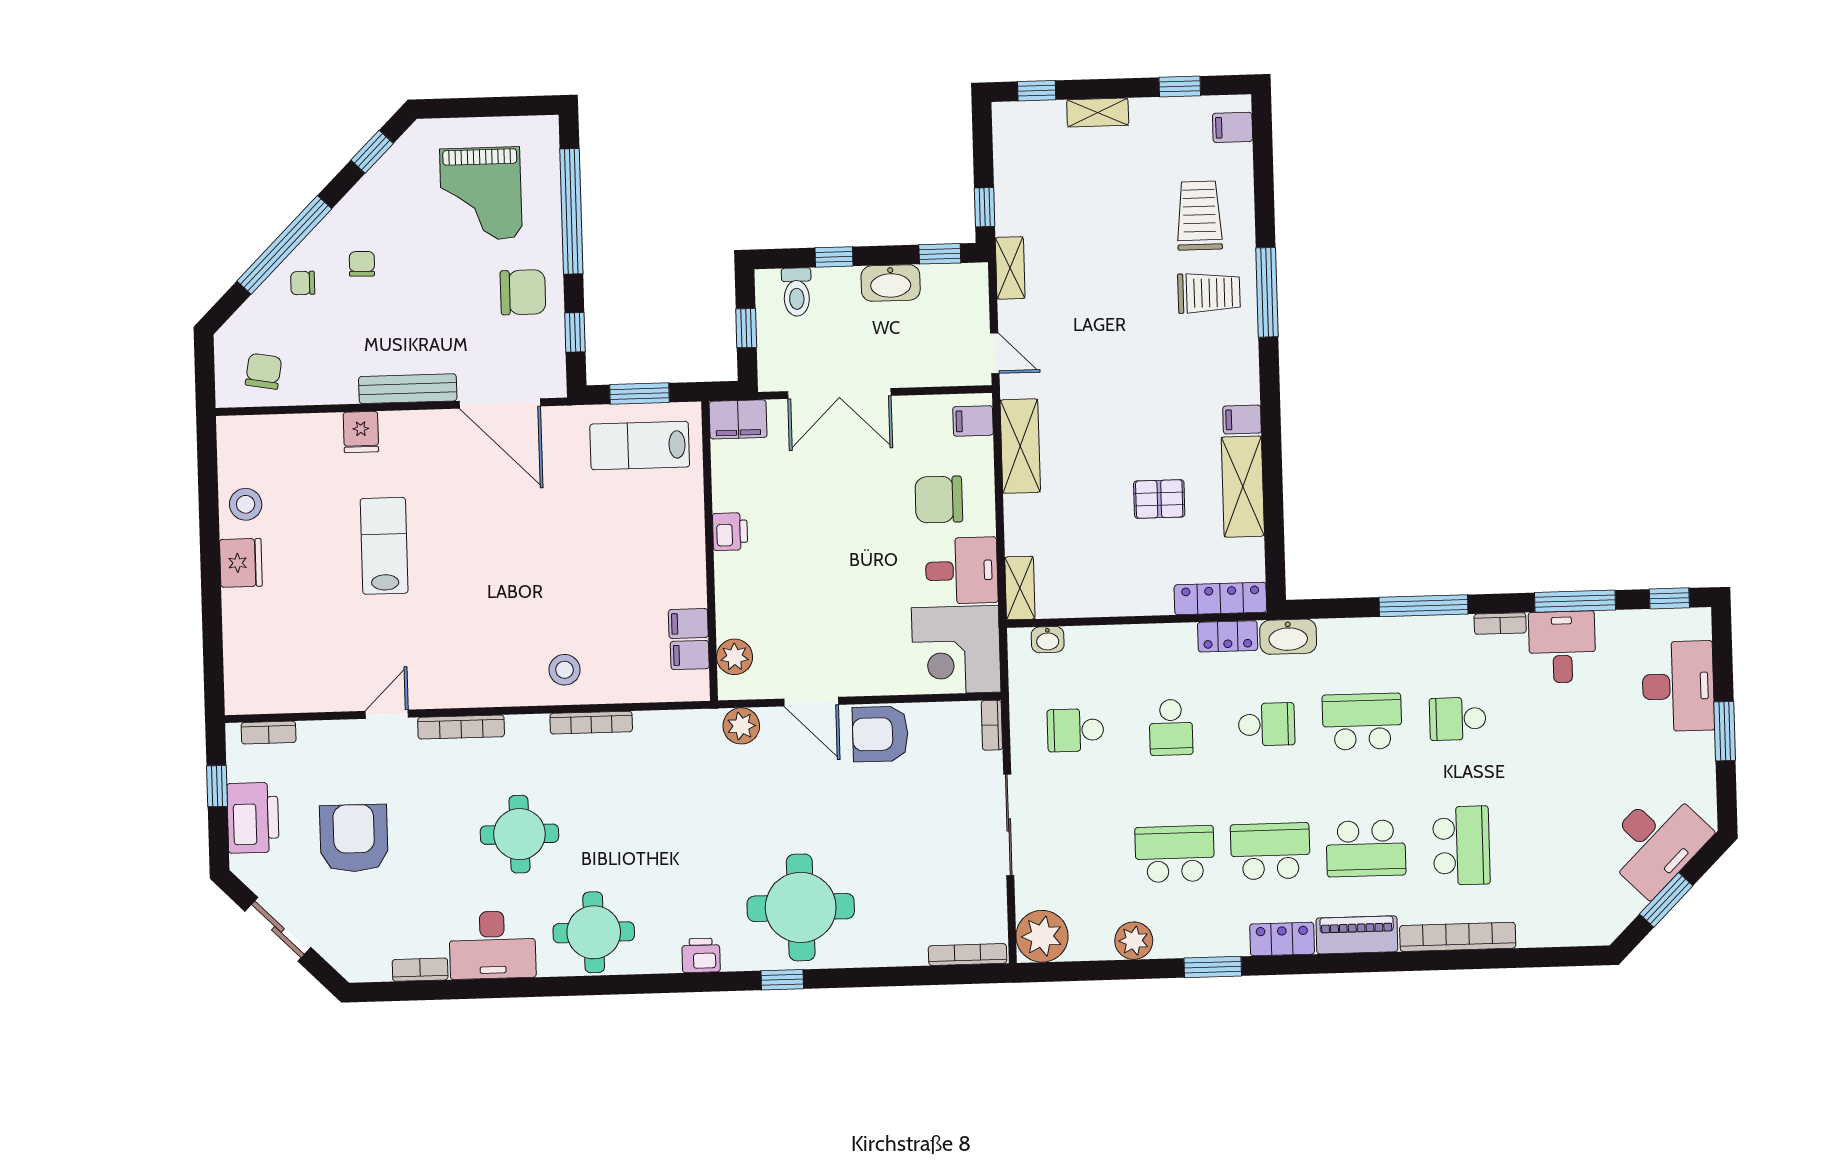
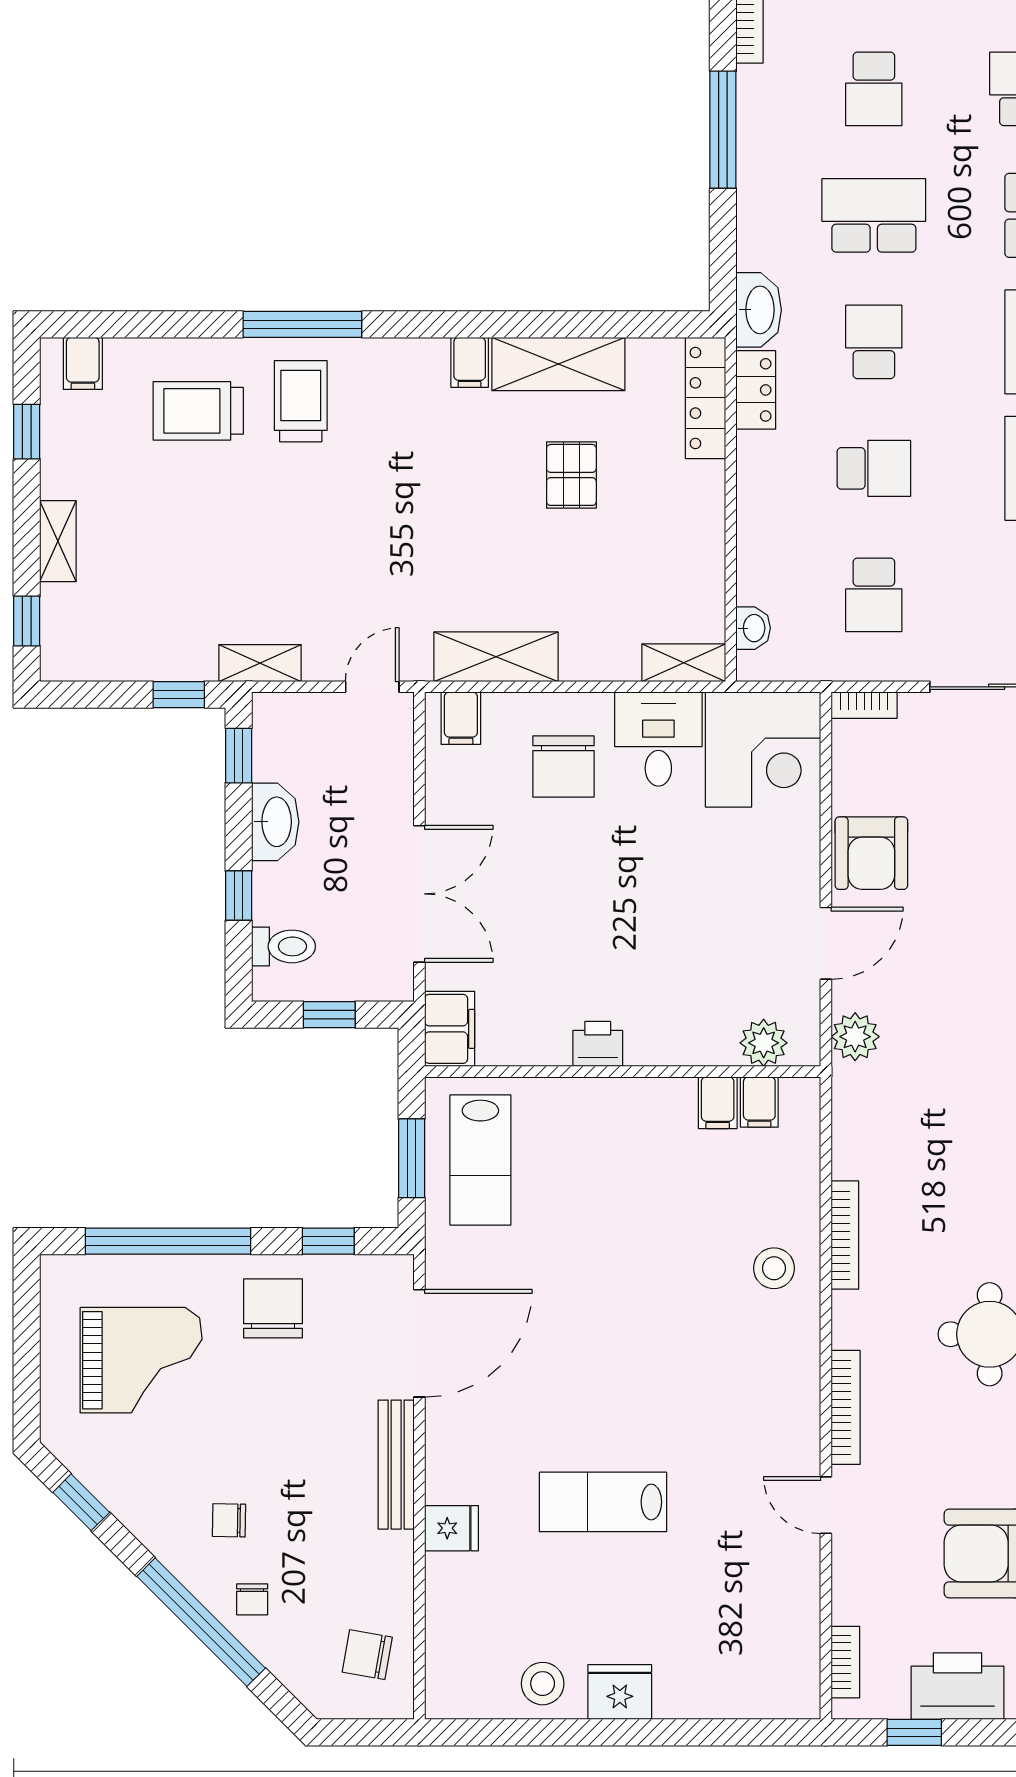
school desk: (1362, 722) -> (874, 215), turned 90

